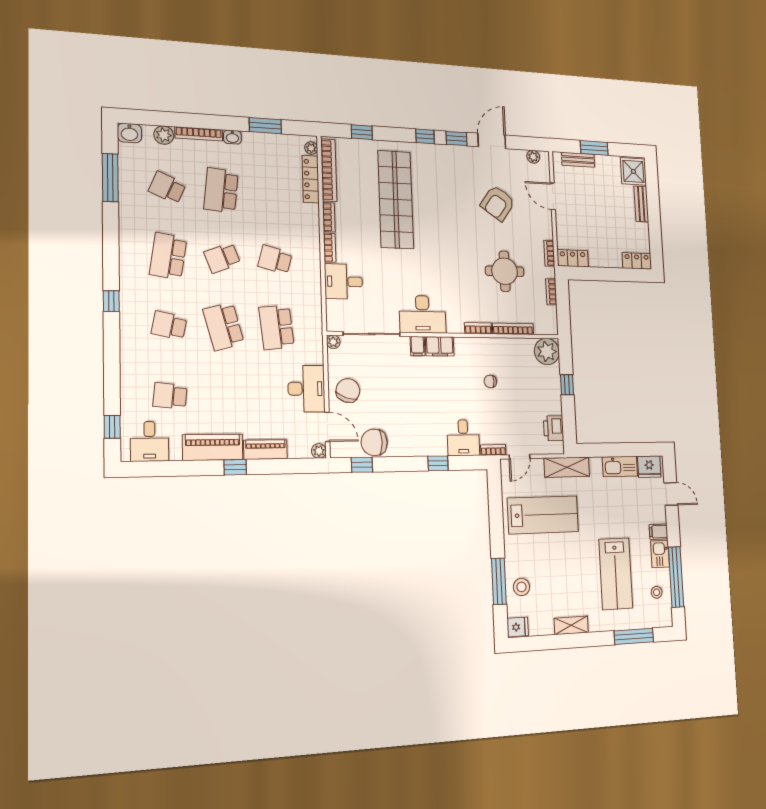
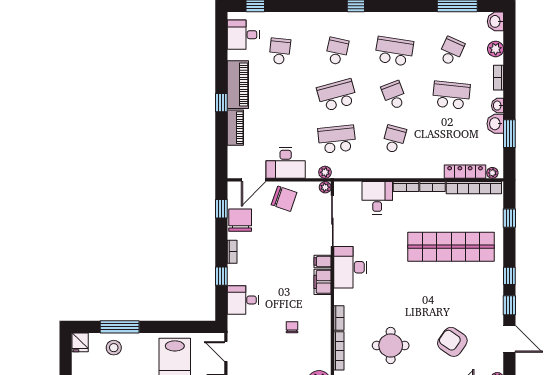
bookcase: (199, 134) -> (498, 78), width x0.64
washbasin: (254, 141) -> (495, 124), added
bookcase: (493, 450) -> (232, 252), moved
plant: (319, 451) -> (325, 172), moved

